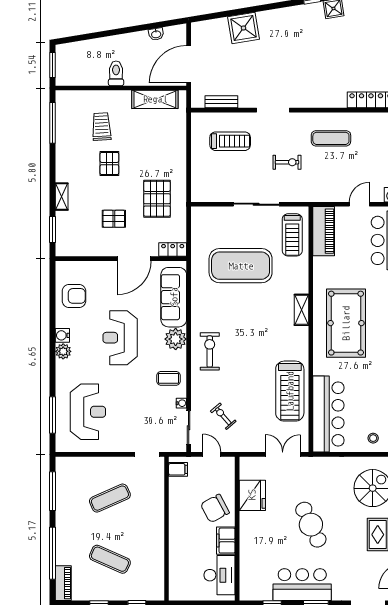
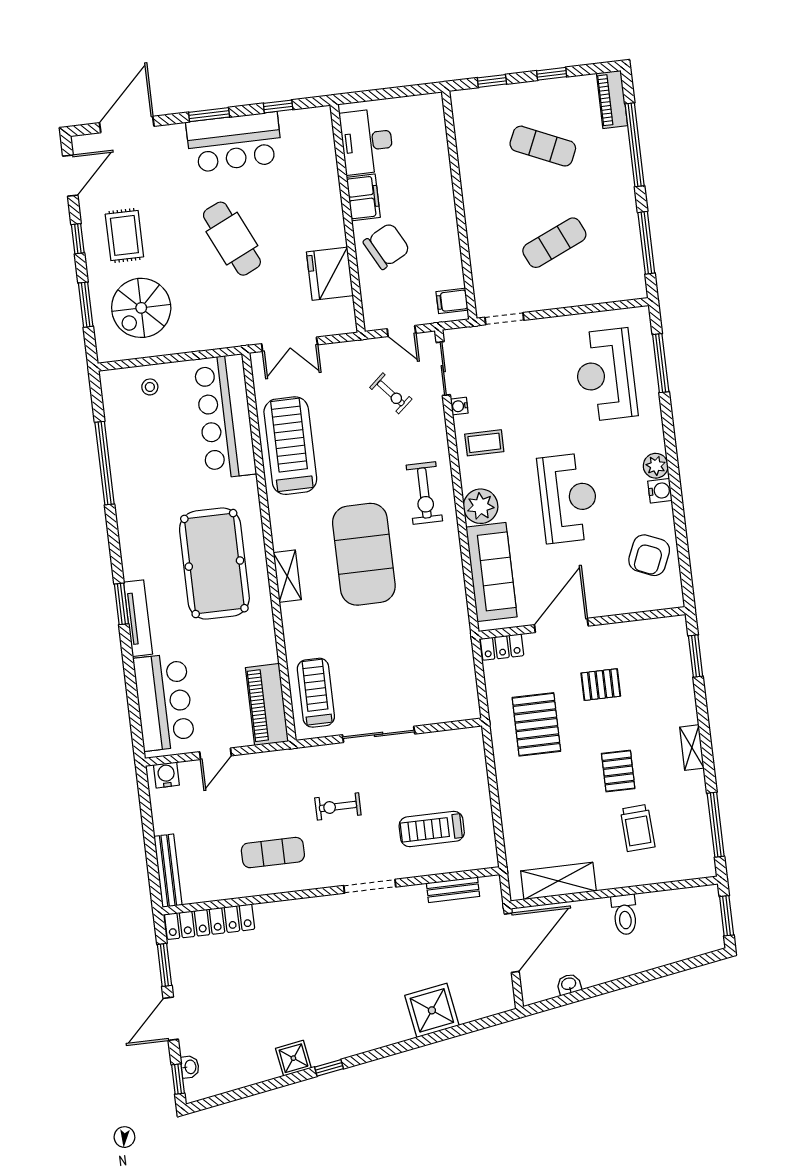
shelving: (62, 197) -> (692, 748), moved
exercise mat: (241, 266) -> (364, 554), moved, turned 90
armchair: (74, 296) -> (649, 555), turned -67

